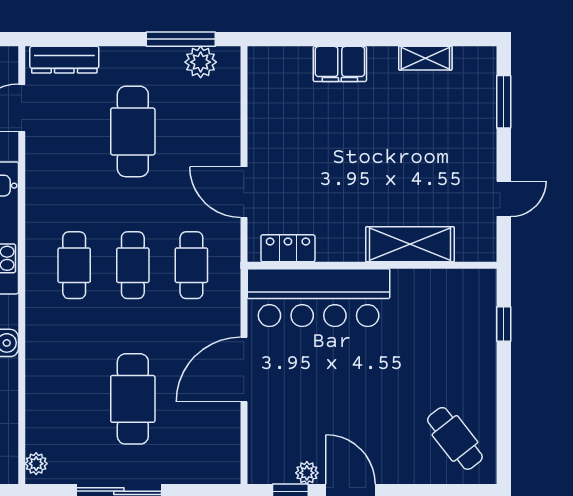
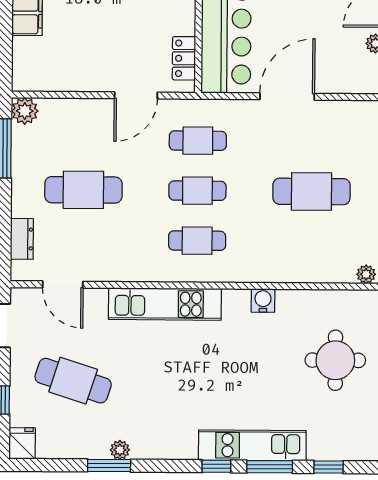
dresser: (64, 60) -> (22, 239), width x0.70
plant: (201, 62) -> (25, 111), moved
door: (244, 370) -> (287, 96), swing flipped

